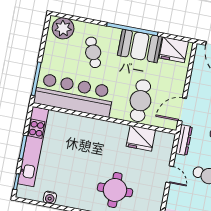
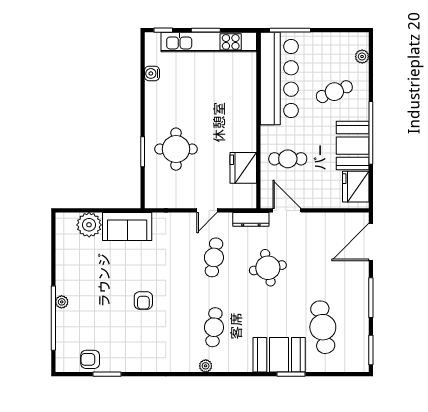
plant: (63, 28) -> (362, 57), width x0.53, depth x0.53
cafe table: (140, 101) -> (288, 159), width x0.73, depth x0.74

